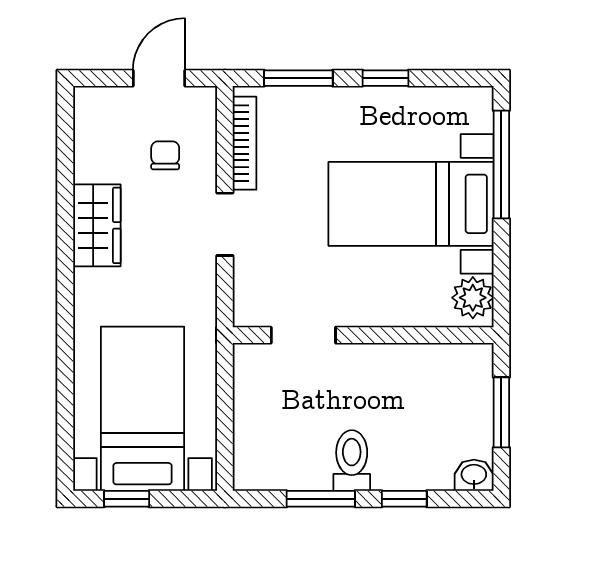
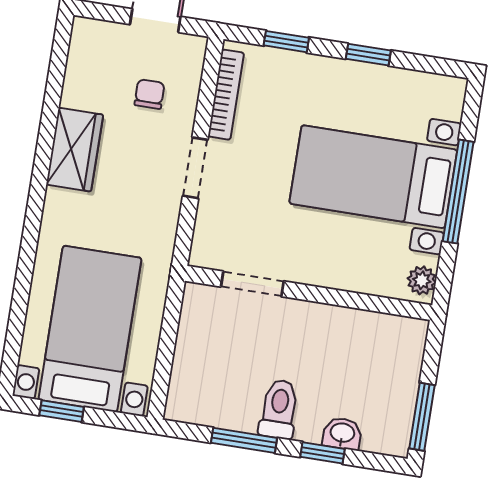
window: (298, 78) -> (286, 42), width x0.67
window: (501, 164) -> (458, 192), moved
plant: (473, 298) -> (422, 280), width x0.73, depth x0.73
window: (501, 412) -> (422, 417), moved
washbasin: (474, 475) -> (342, 433), moved

